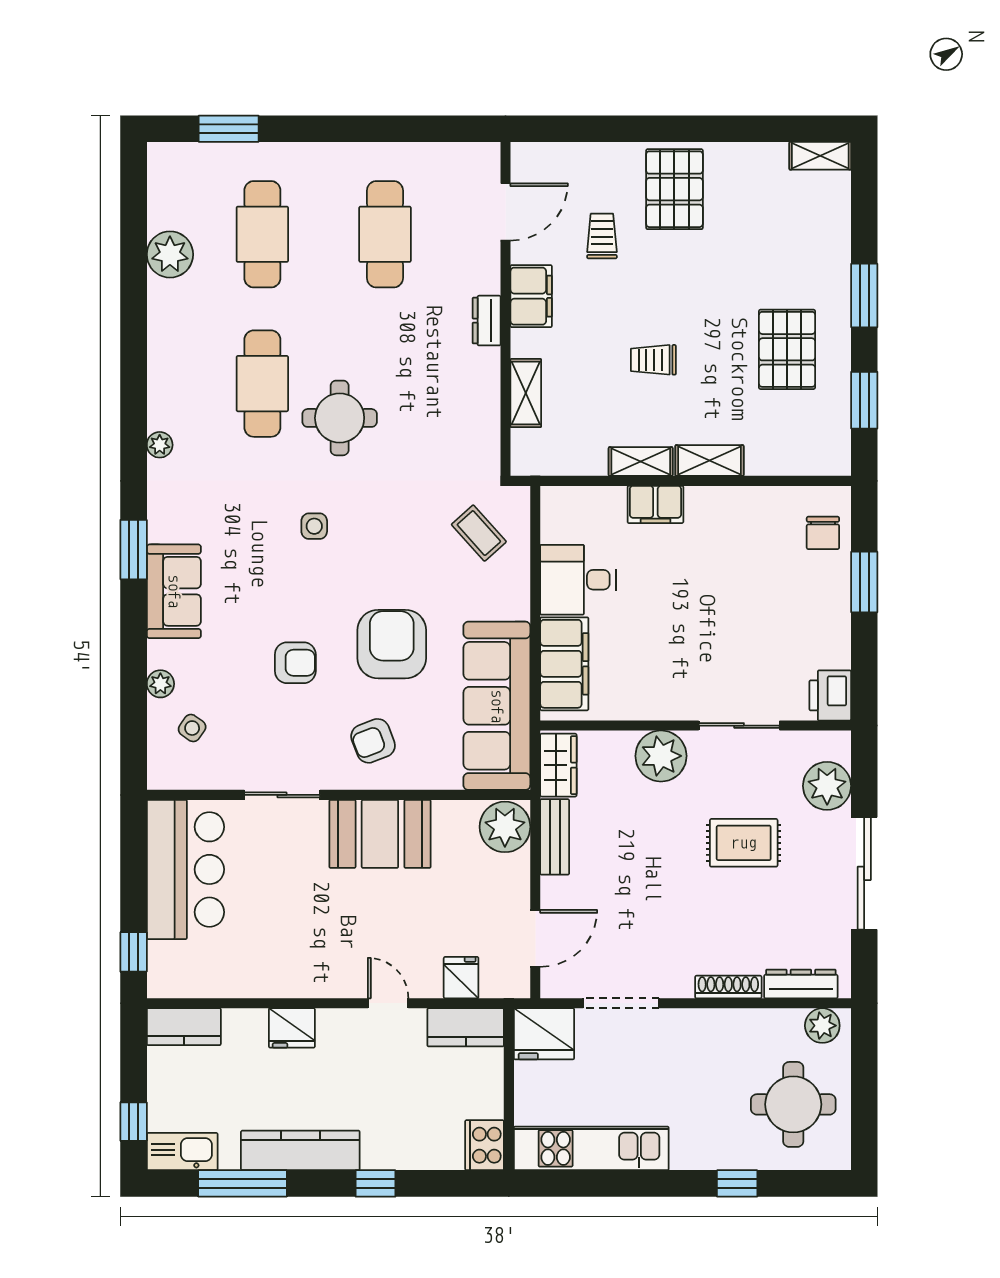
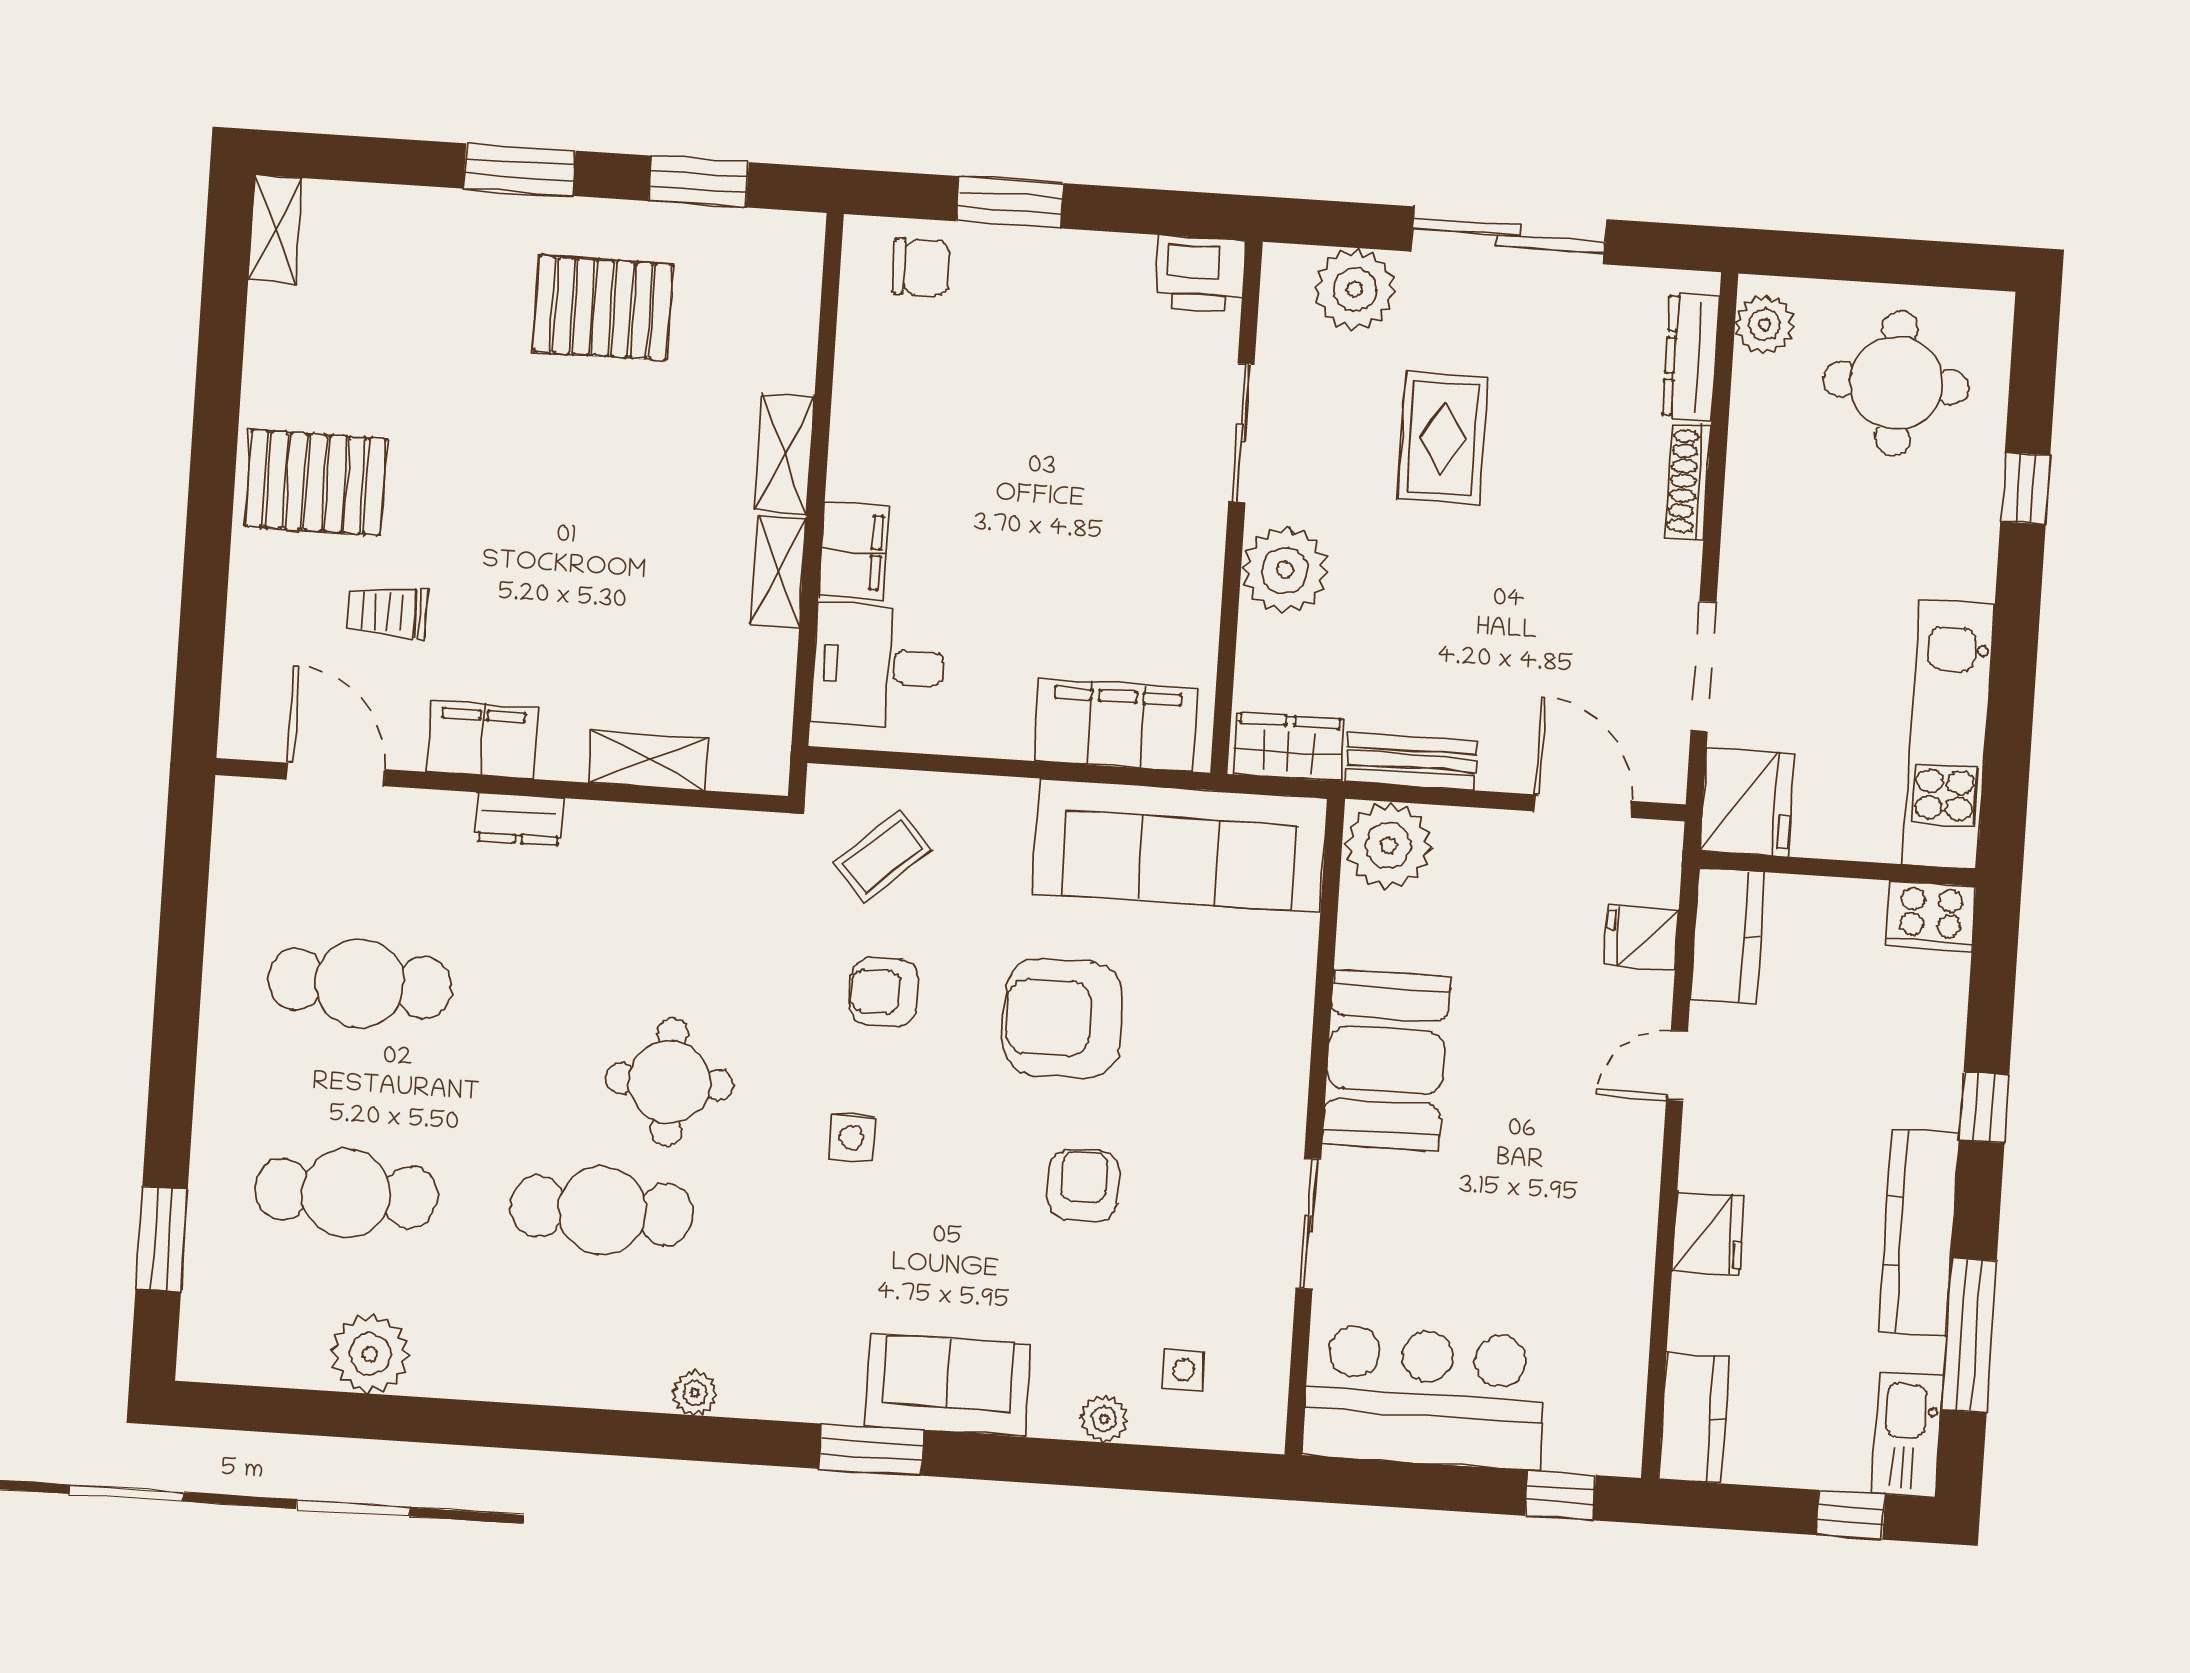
trolley: (653, 360) -> (606, 538), removed
desk: (578, 580) -> (879, 665), moved, turned 90
side table: (192, 728) -> (1183, 1370), turned -35
armchair: (373, 741) -> (884, 992), moved, turned 111

